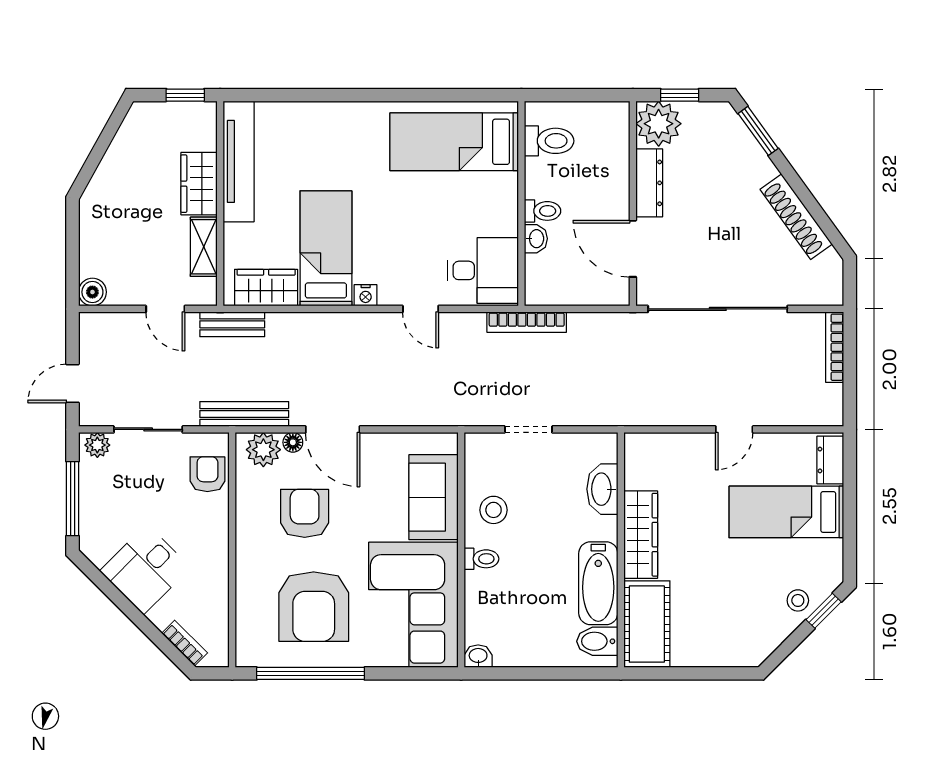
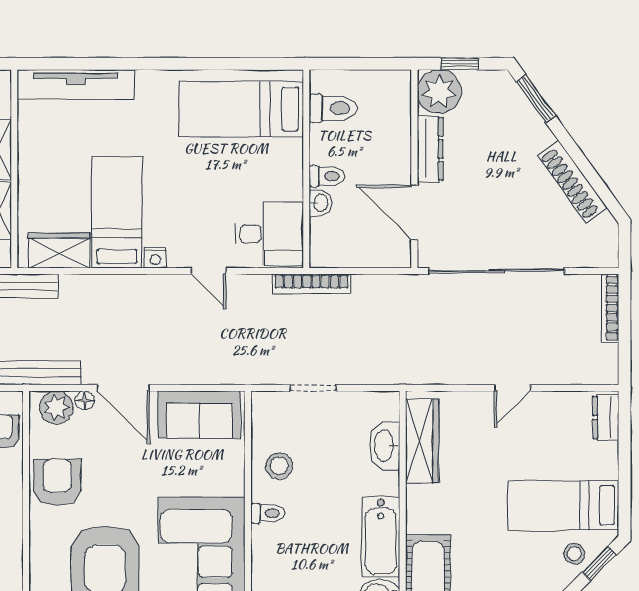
tv unit: (239, 161) -> (76, 85), moved, turned 90
sofa: (434, 497) -> (199, 415), moved, turned -90
bed: (786, 512) -> (563, 505), moved
armchair: (305, 513) -> (57, 482), moved
wardrobe: (641, 535) -> (422, 441), moved

